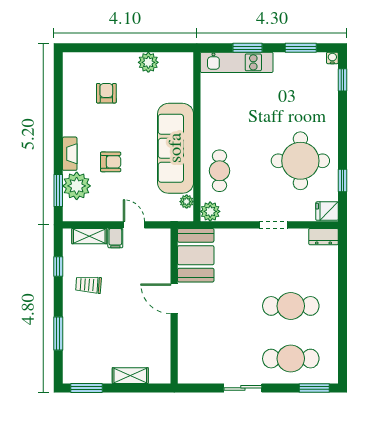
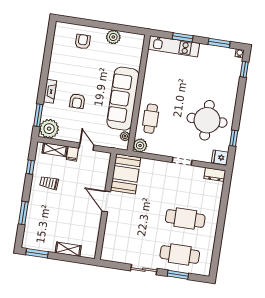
armchair: (106, 93) -> (83, 42), moved
armchair: (111, 162) -> (77, 101), turned 90
plant: (77, 186) -> (49, 129), moved
window: (314, 388) -> (178, 275), moved

